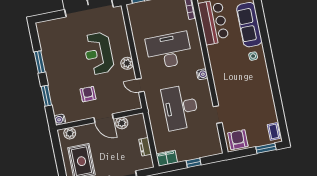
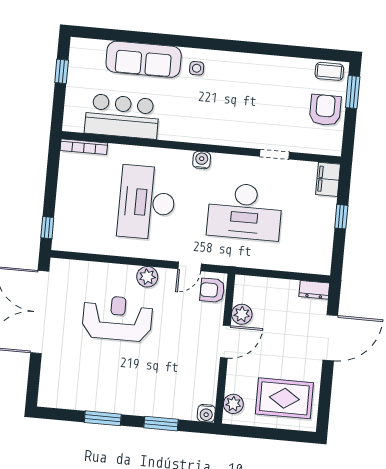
reception desk: (99, 53) -> (117, 318), turned 180
armchair: (88, 94) -> (212, 290), moved
armchair: (238, 140) -> (325, 110), moved, turned 90
dresser: (145, 147) -> (314, 290), moved
filing cabinet: (167, 158) -> (328, 179), moved

